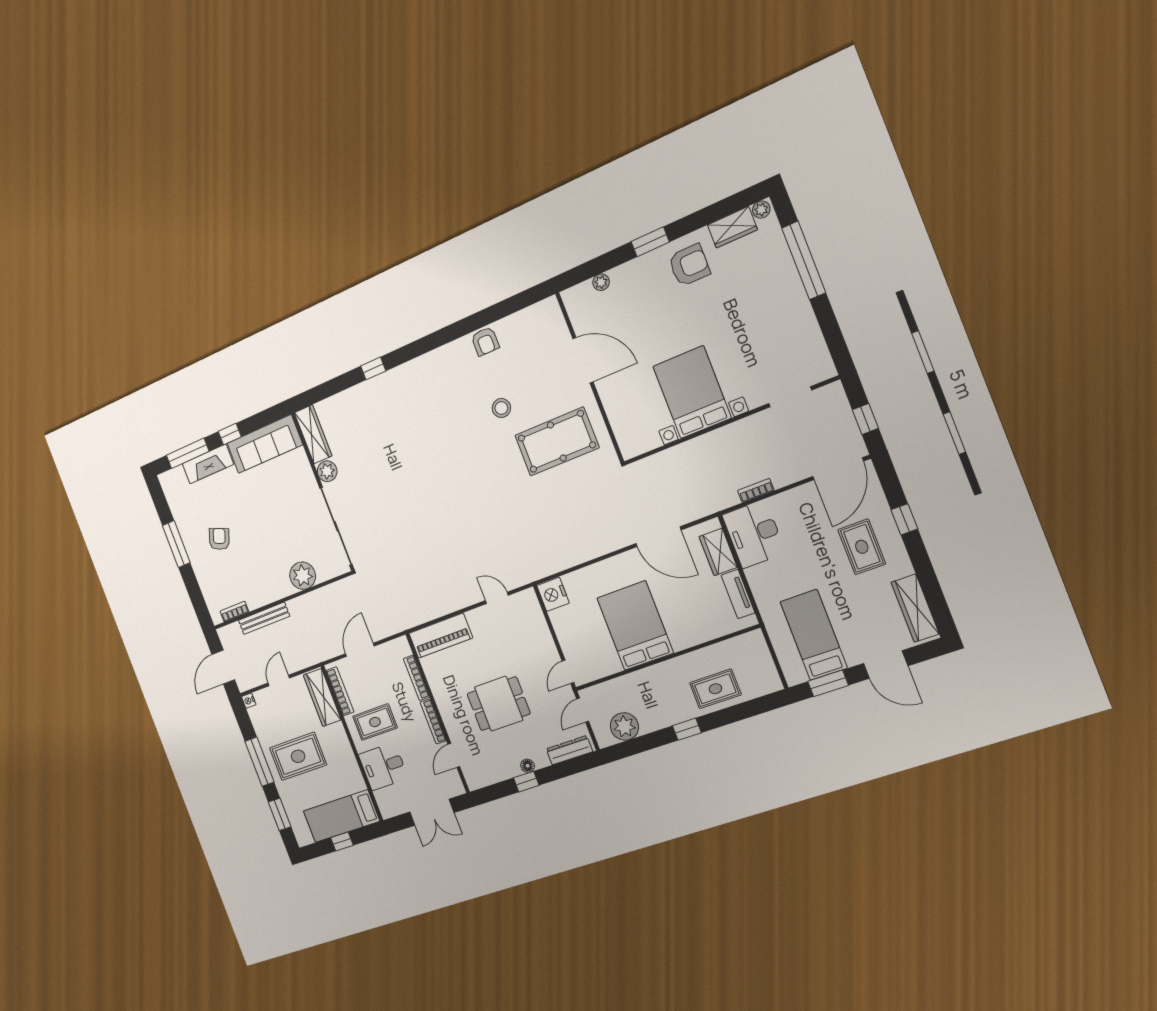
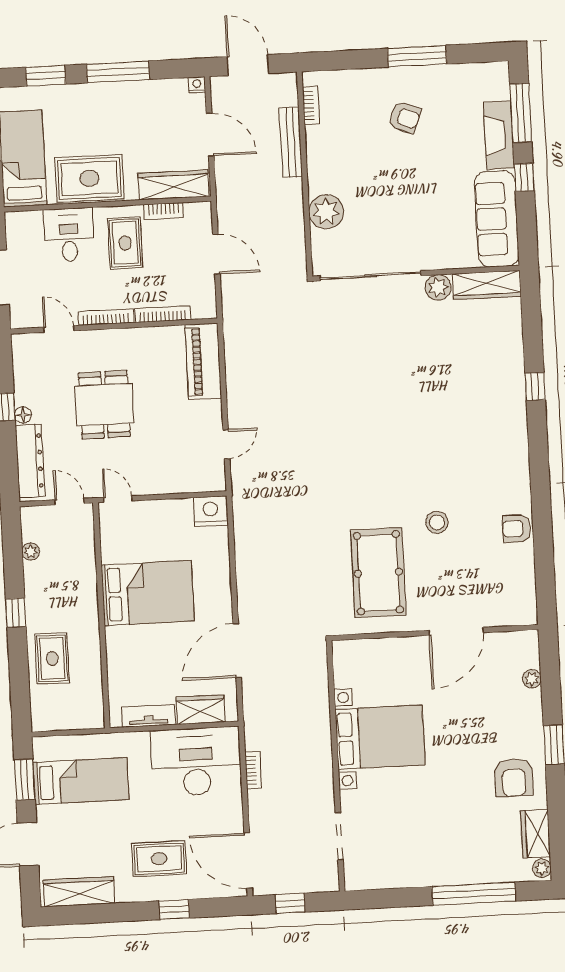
desk: (754, 534) -> (196, 762), width x1.36, depth x1.30
door: (279, 680) -> (210, 135), width x1.38
bookcase: (340, 691) -> (163, 211), width x0.64
plant: (624, 726) -> (31, 552), width x0.53, depth x0.53
dresser: (569, 750) -> (30, 461), width x1.37, depth x1.24
rug: (298, 756) -> (89, 178), moved, turned 90

